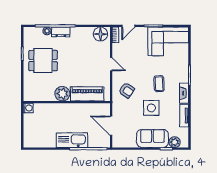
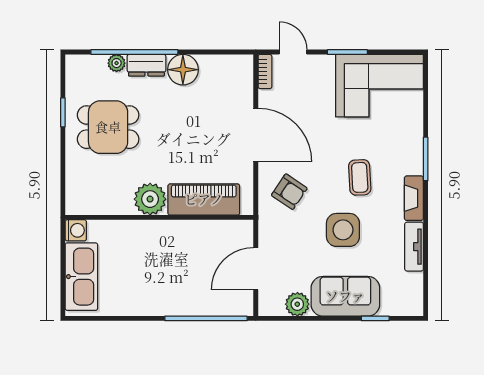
door: (128, 26) -> (293, 52), swing flipped
floor lamp: (100, 34) -> (183, 70), moved
door: (111, 64) -> (256, 135), width x1.88
door: (111, 126) -> (256, 269), hinge flipped
kitchen sink: (72, 140) -> (81, 277), moved, turned 90
plant: (175, 142) -> (297, 304), moved

